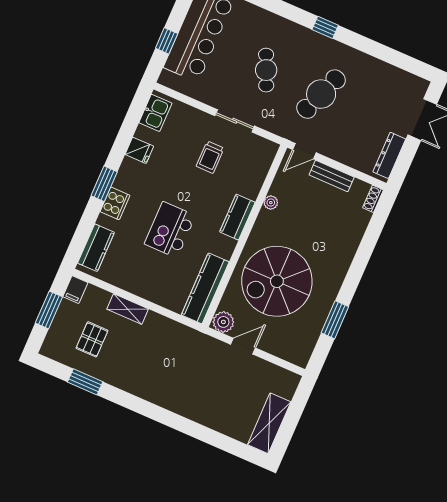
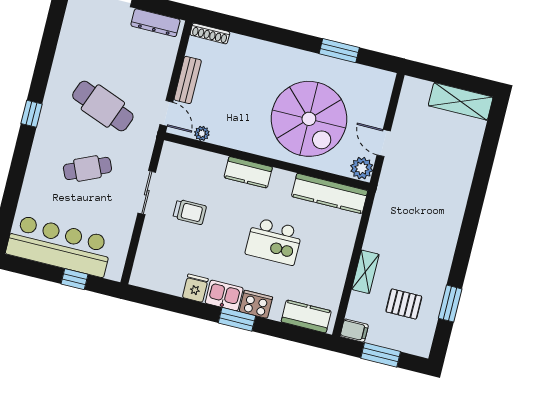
kitchen sink: (155, 113) -> (224, 295), moved
shoe rack: (373, 199) -> (210, 33), width x1.43
plant: (271, 203) -> (202, 133), moved

